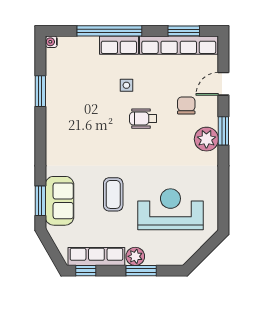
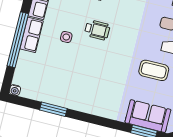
wheelchair: (143, 119) -> (97, 30), turned -90

